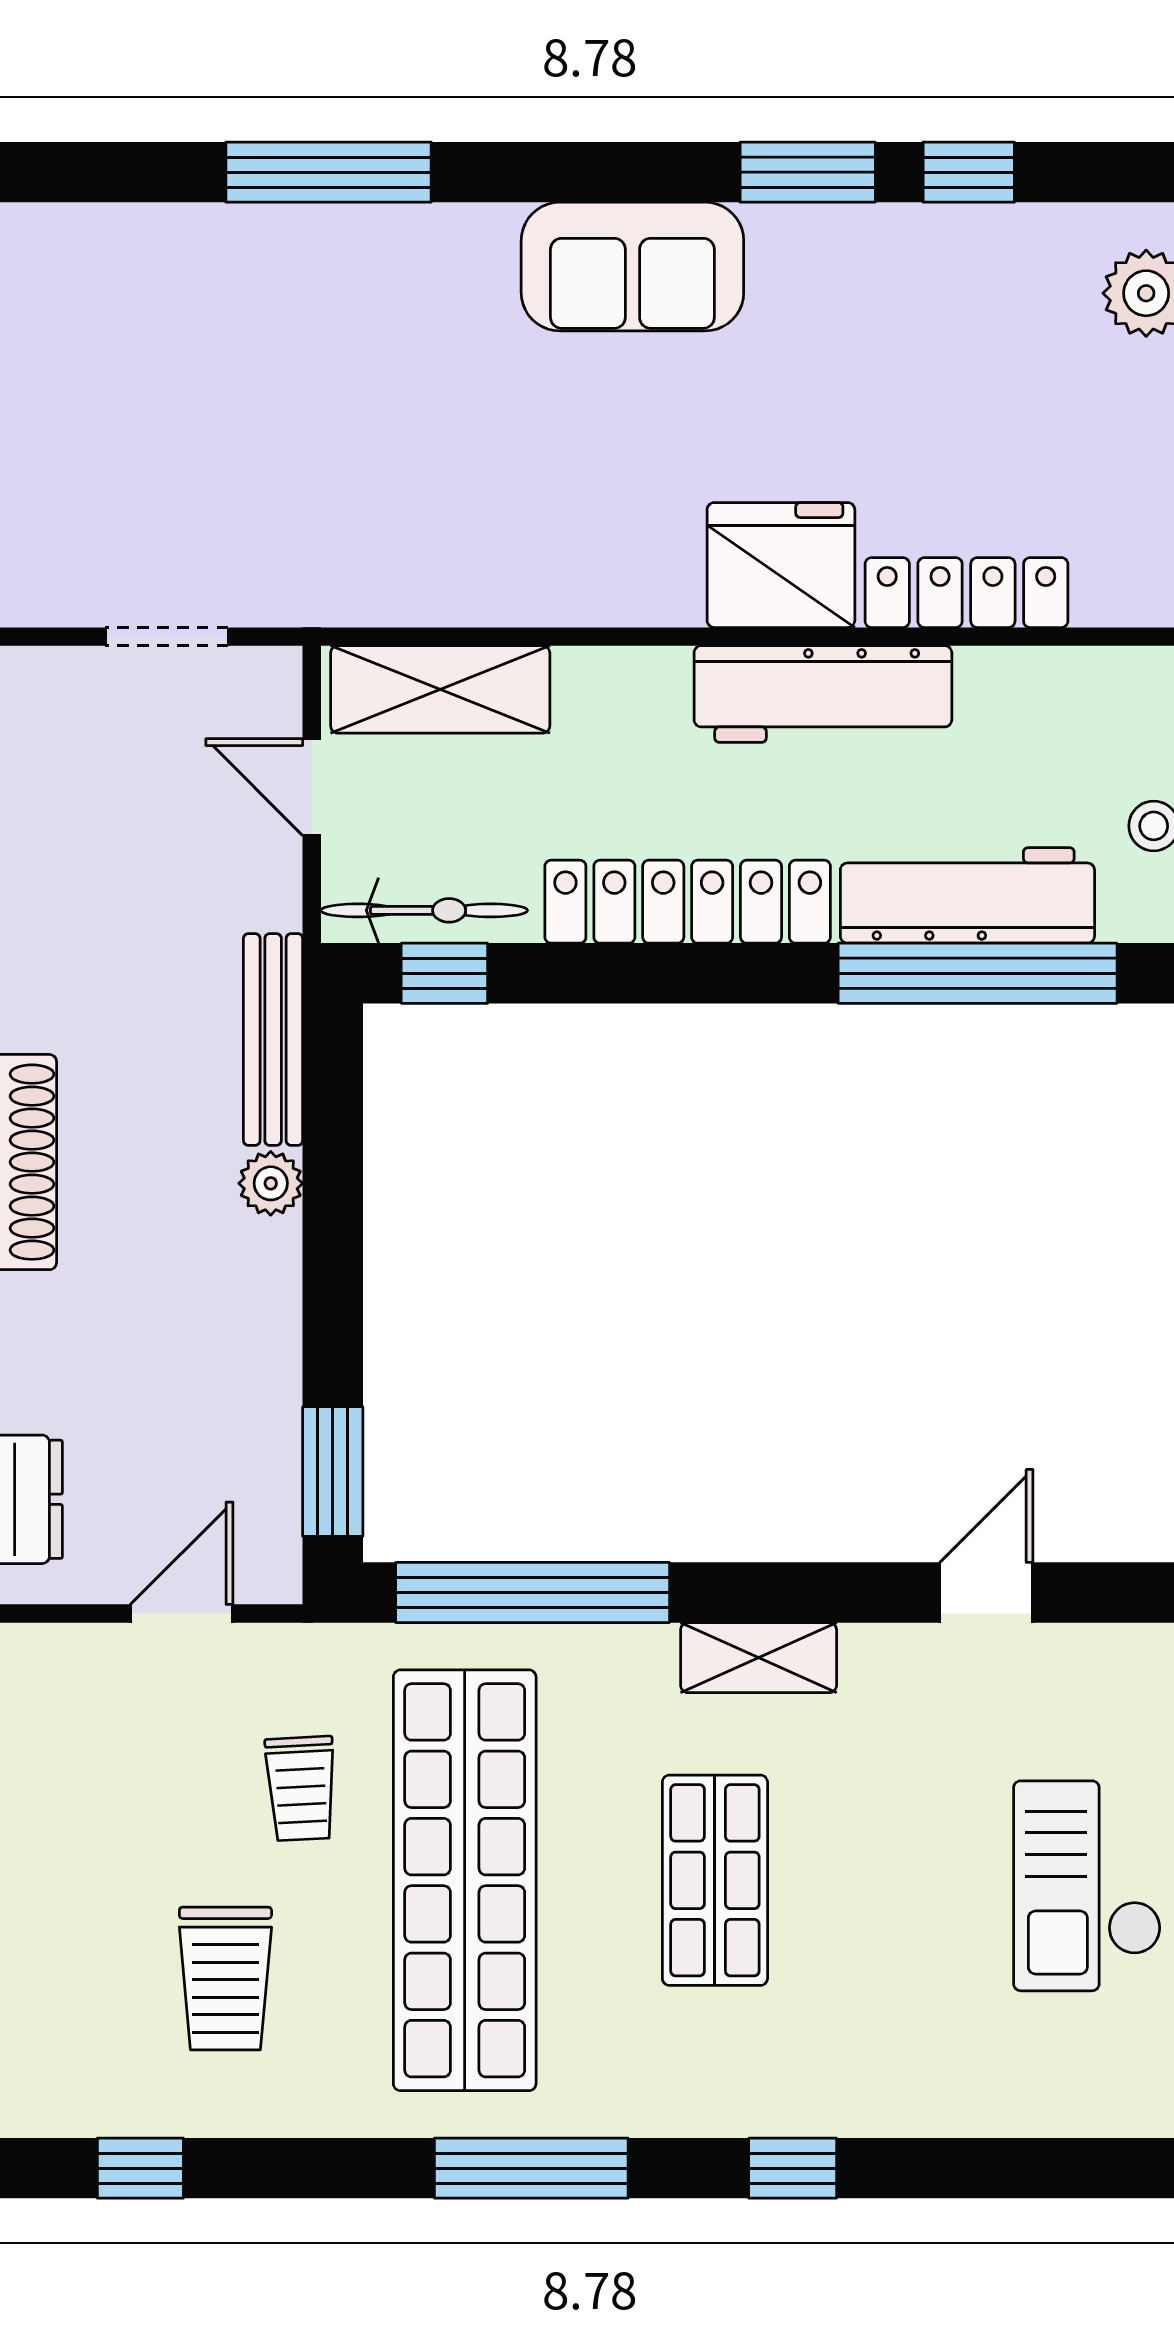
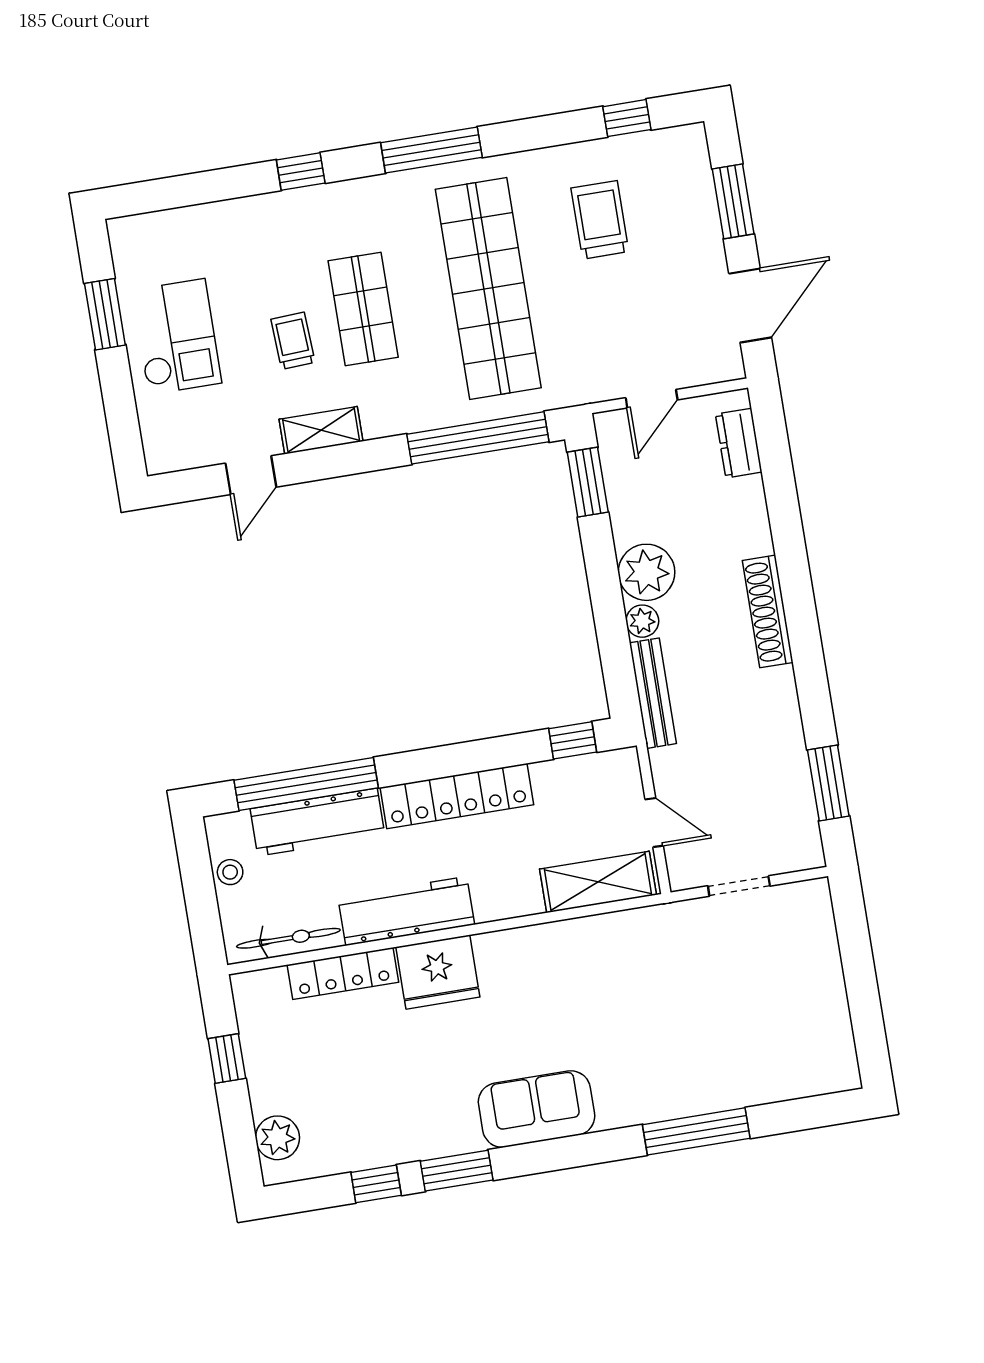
bicycle: (424, 910) -> (288, 938), moved, turned 180
plant: (247, 1277) -> (646, 572), added
shelving: (759, 1658) -> (321, 430), moved
trolley: (301, 1789) -> (293, 341), moved

